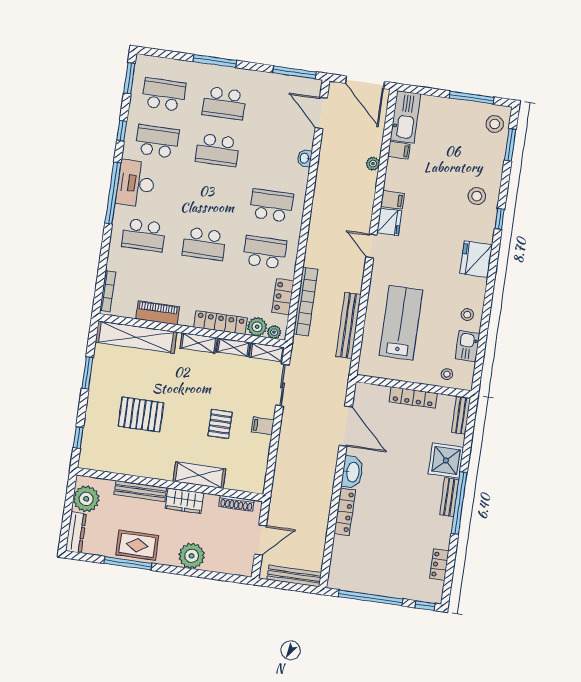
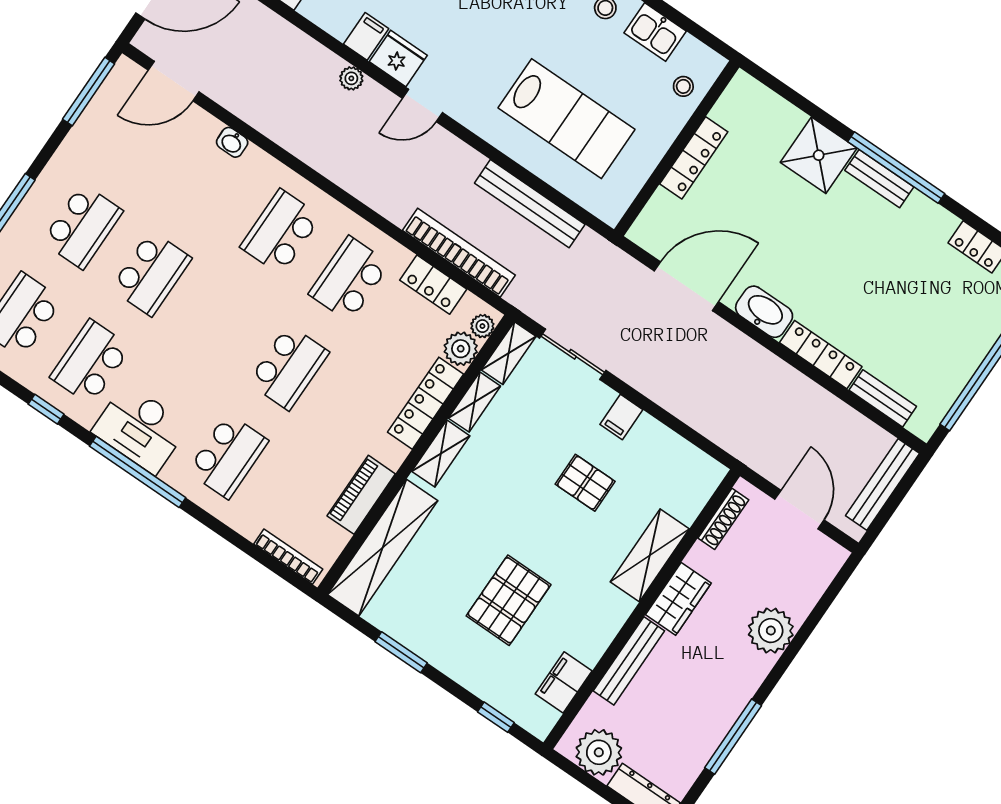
plant: (373, 164) -> (351, 78), moved
lab bench: (401, 323) -> (567, 119), turned 180
bench: (461, 415) -> (883, 398), moved
filing cabinet: (113, 463) -> (564, 682), added
rug: (137, 545) -> (712, 708), removed

